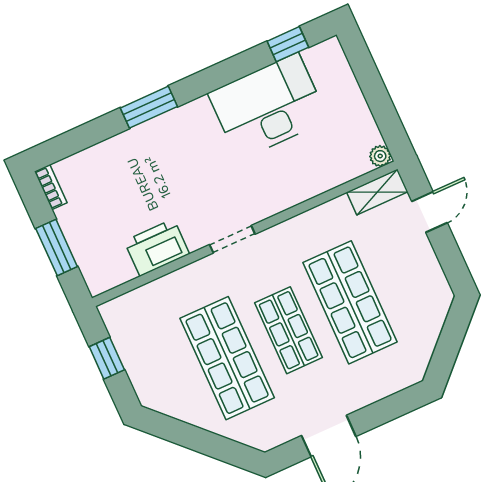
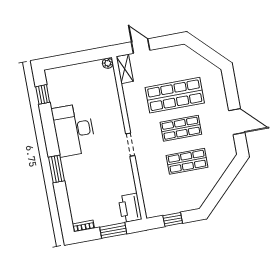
desk: (268, 106) -> (74, 130), moved
printer: (157, 248) -> (130, 208), moved
shop shelf: (227, 358) -> (187, 161), width x0.70, depth x0.74

